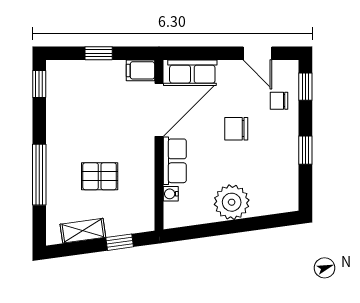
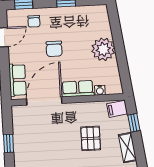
filing cabinet: (140, 70) -> (117, 109), moved, turned 82
door: (159, 110) -> (44, 101), hinge flipped

